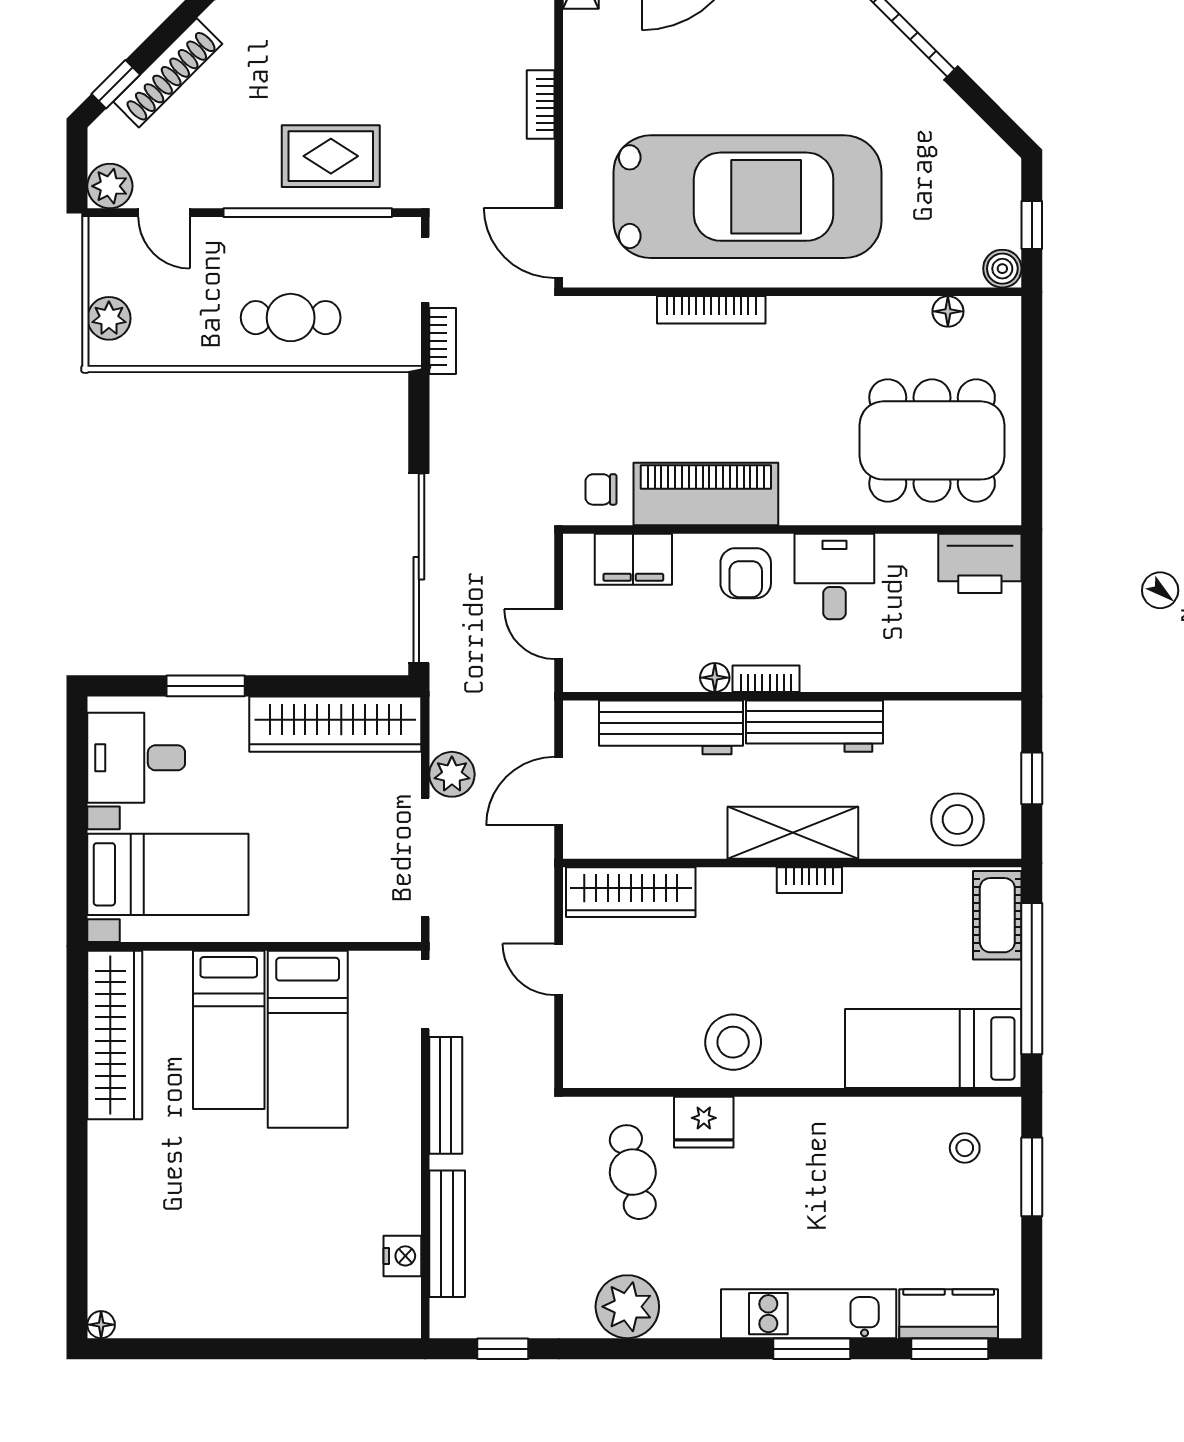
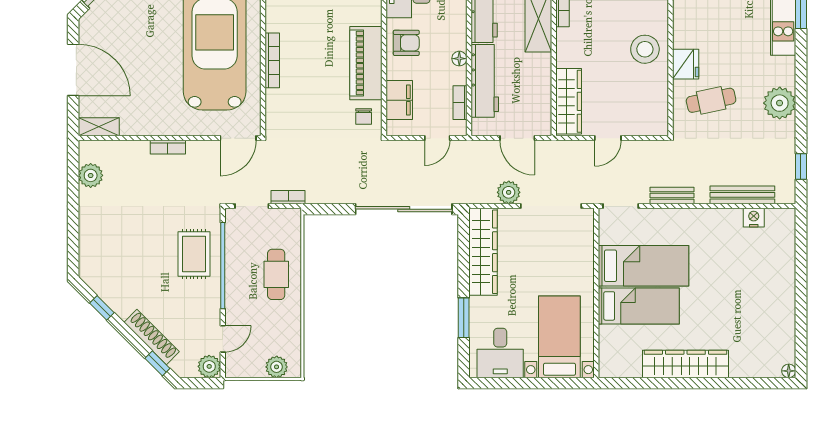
bookcase: (766, 679) -> (460, 103), moved
wardrobe: (115, 1035) -> (685, 364), moved
bench: (446, 1095) -> (672, 195), width x0.73

